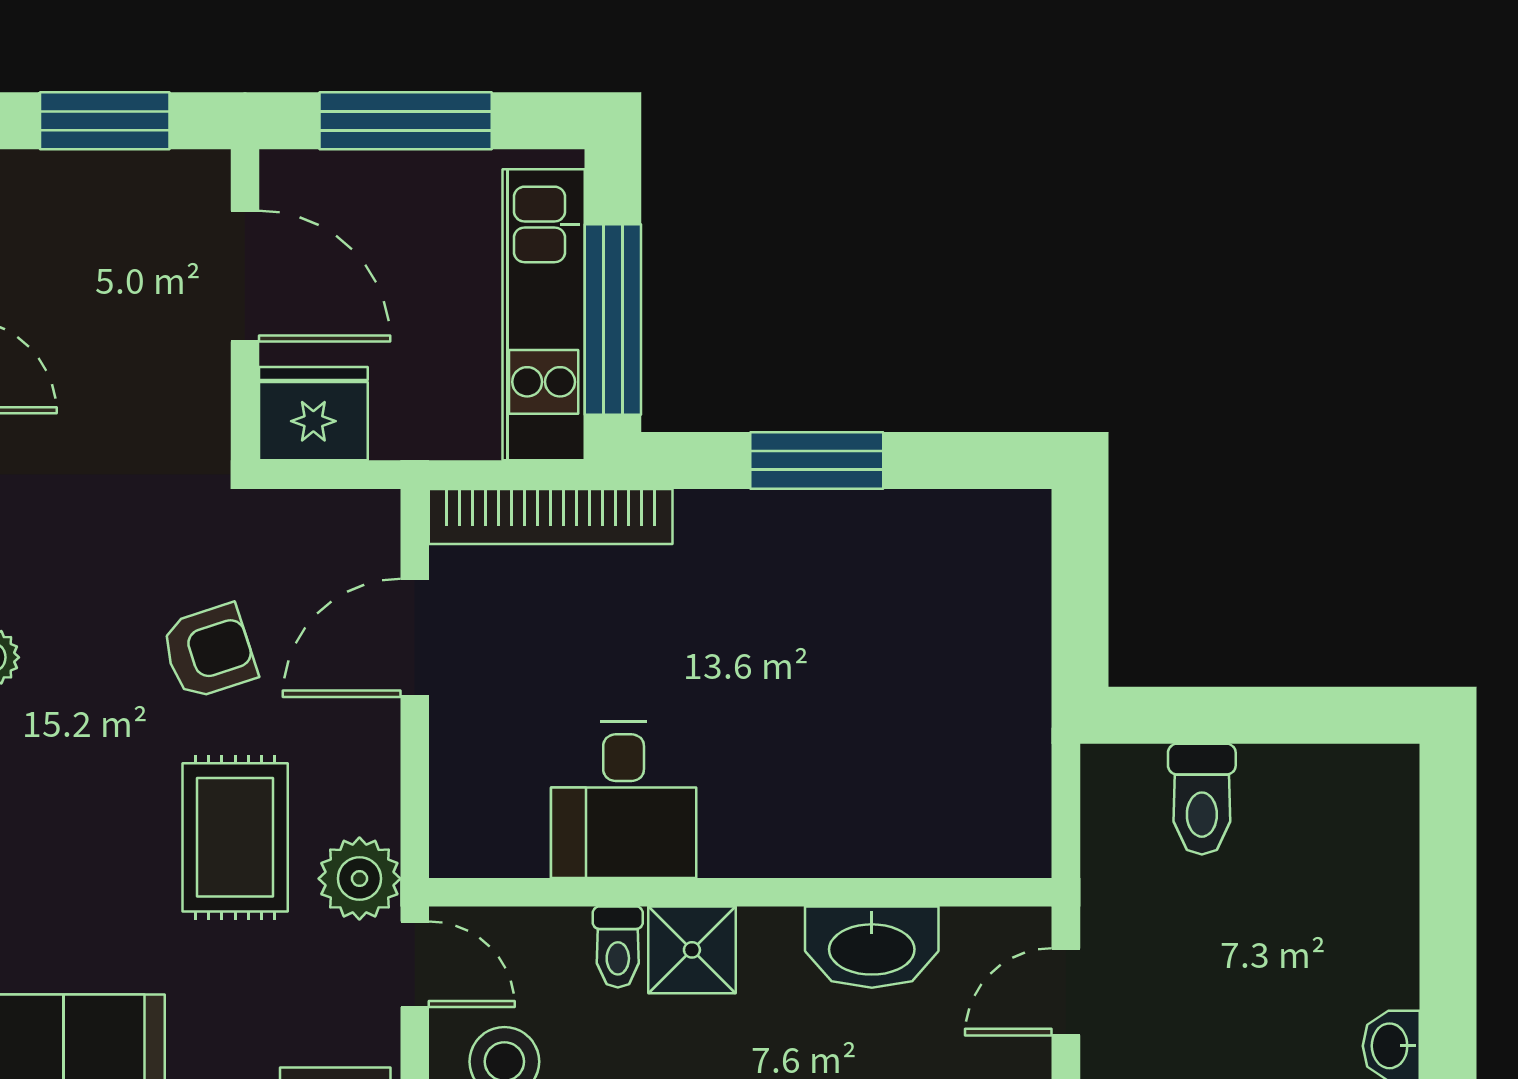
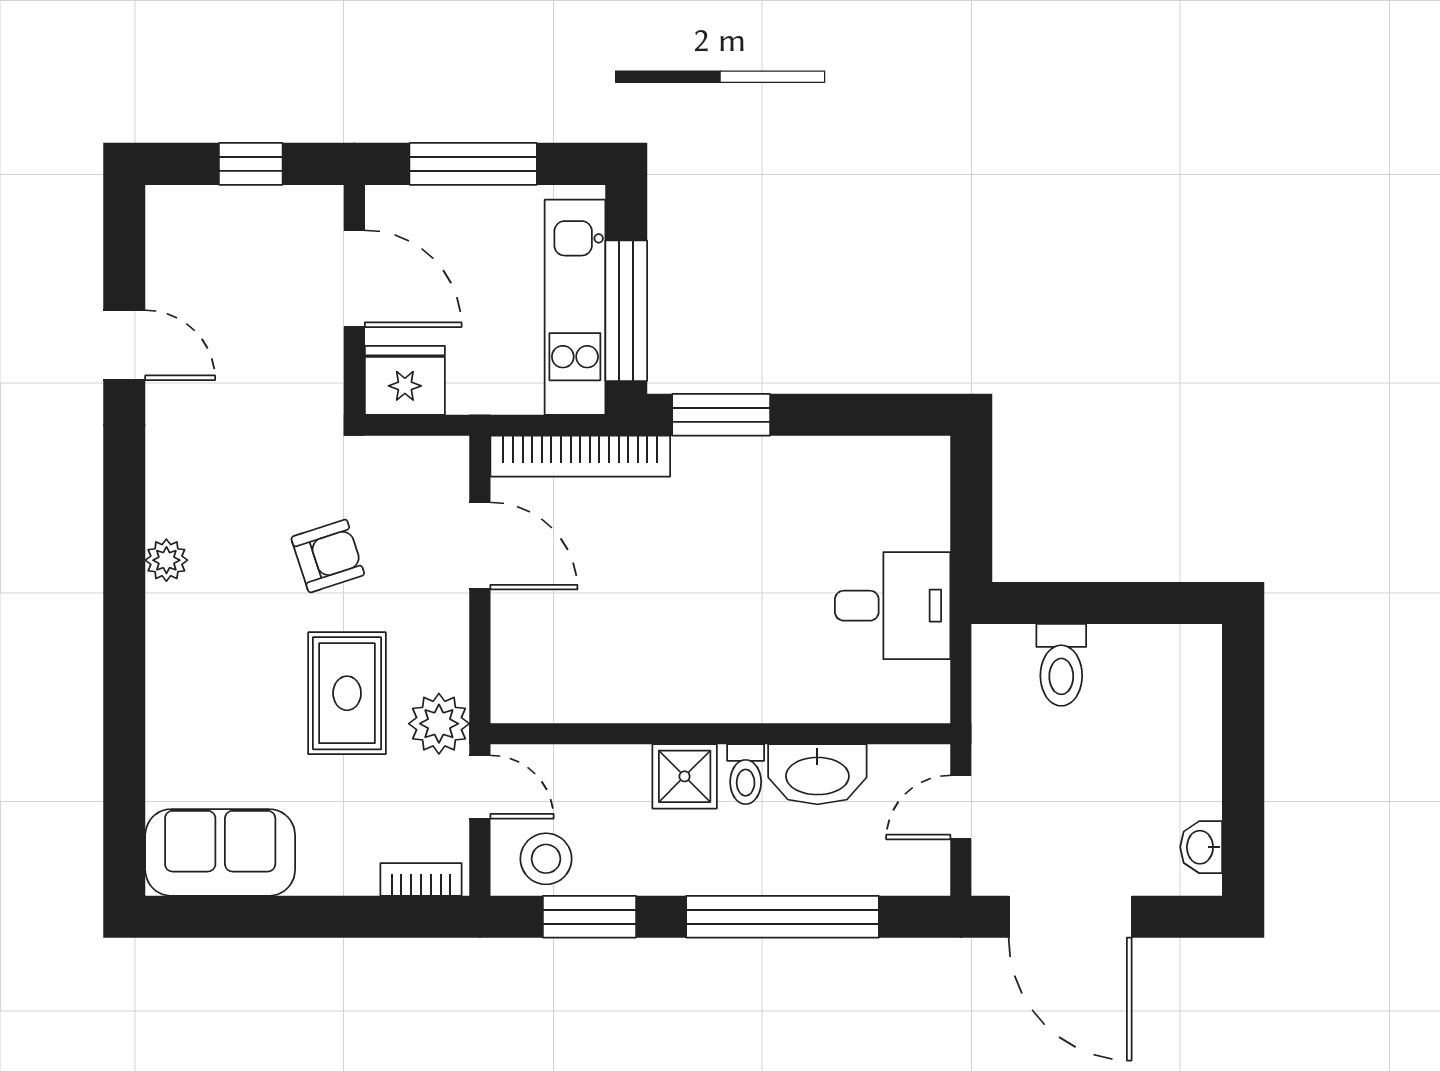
window: (105, 121) -> (251, 164), width x0.67
window: (817, 460) -> (721, 415), moved
door: (415, 638) -> (480, 546), swing flipped
desk: (624, 800) -> (893, 606), moved, turned -90
toilet: (618, 947) -> (746, 774), moved

